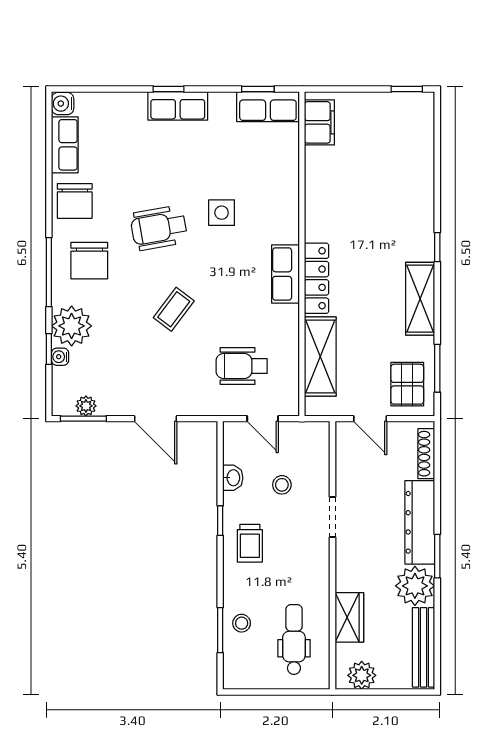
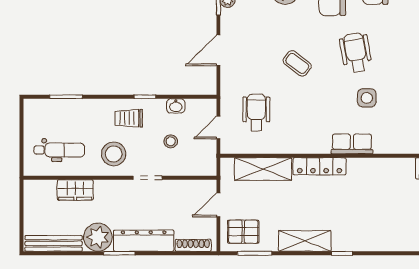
row of seats: (285, 274) -> (352, 144), moved
stool: (242, 623) -> (114, 154), moved, width x1.89, depth x1.89
plant: (362, 675) -> (33, 199), removed

